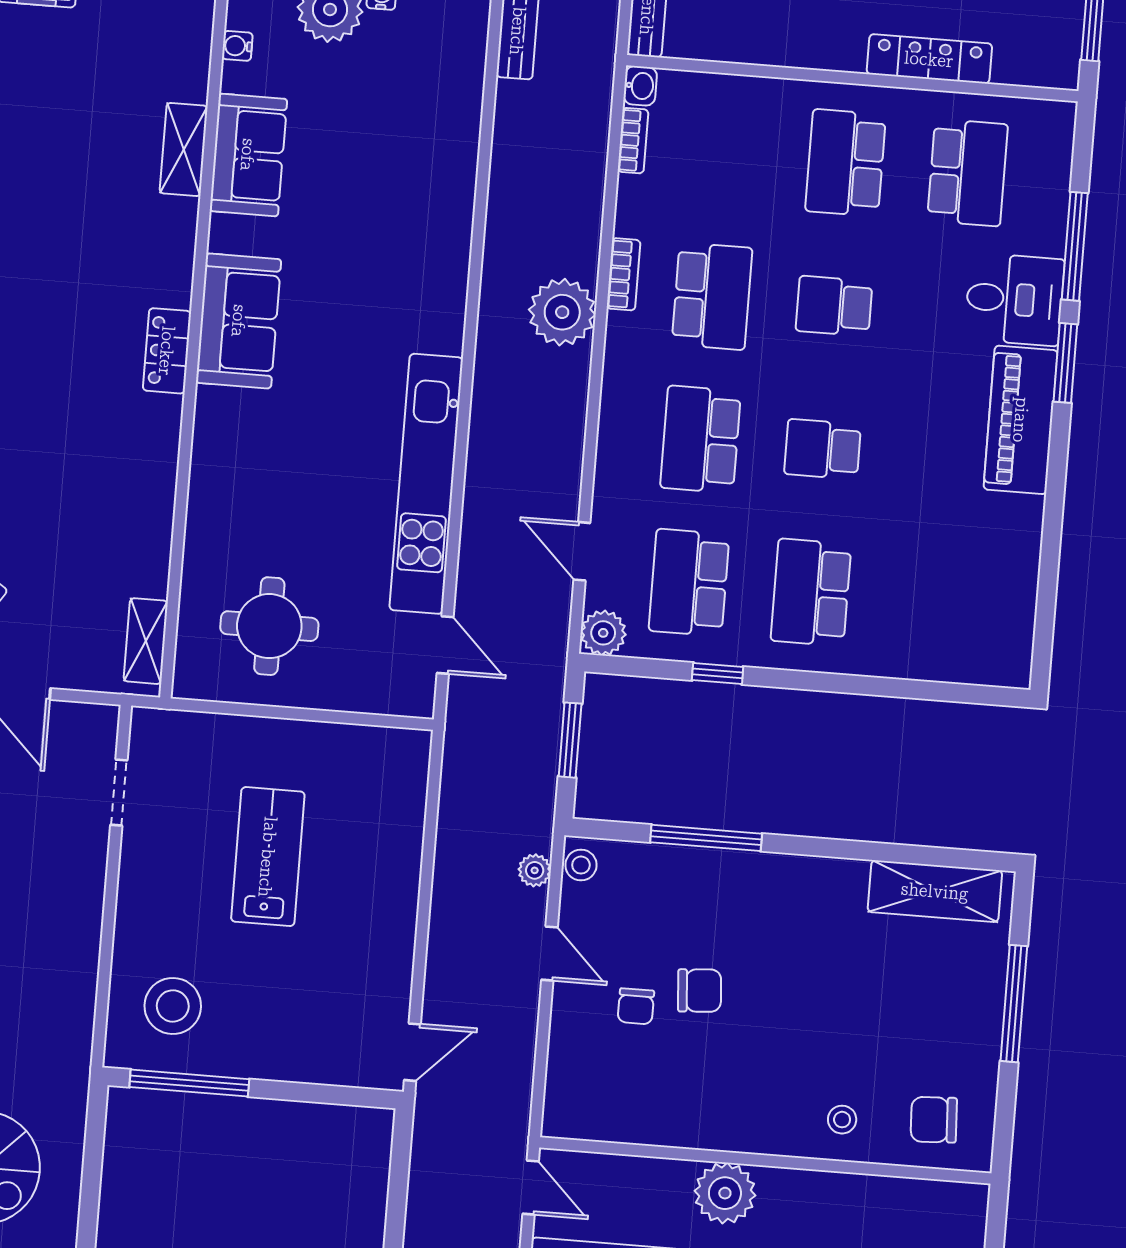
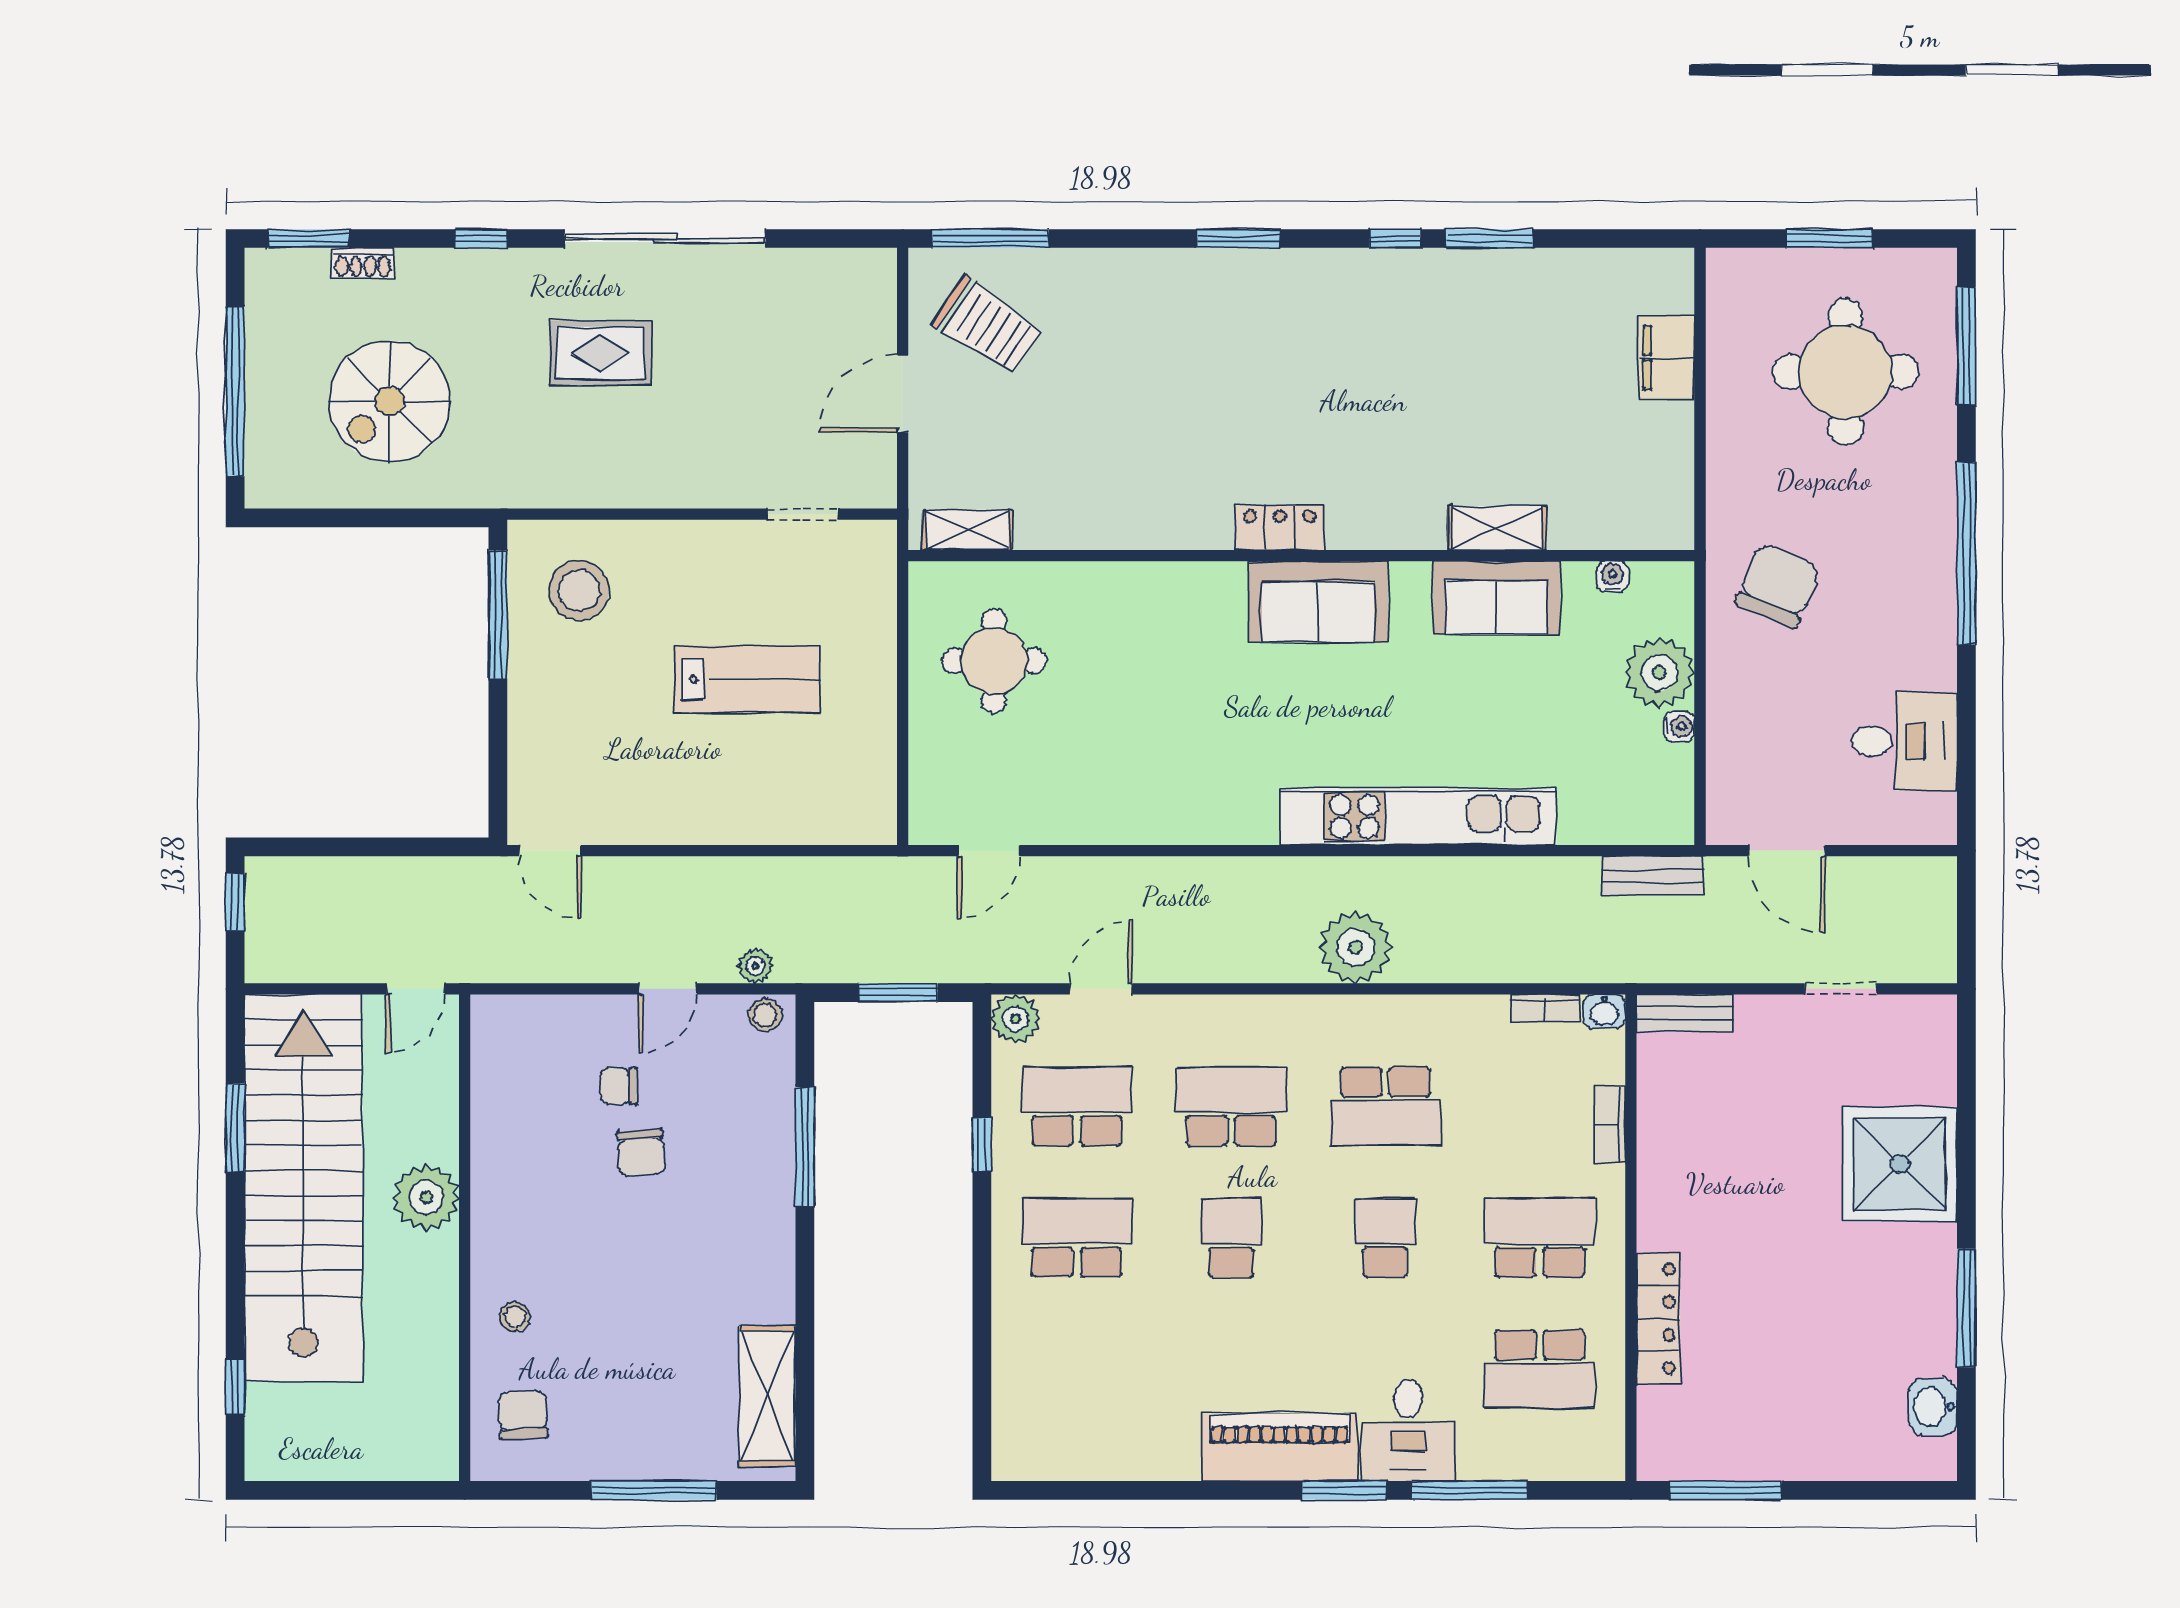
bookcase: (624, 274) -> (1610, 1124), moved, turned 90
kitchen unit: (426, 484) -> (1418, 817), moved

